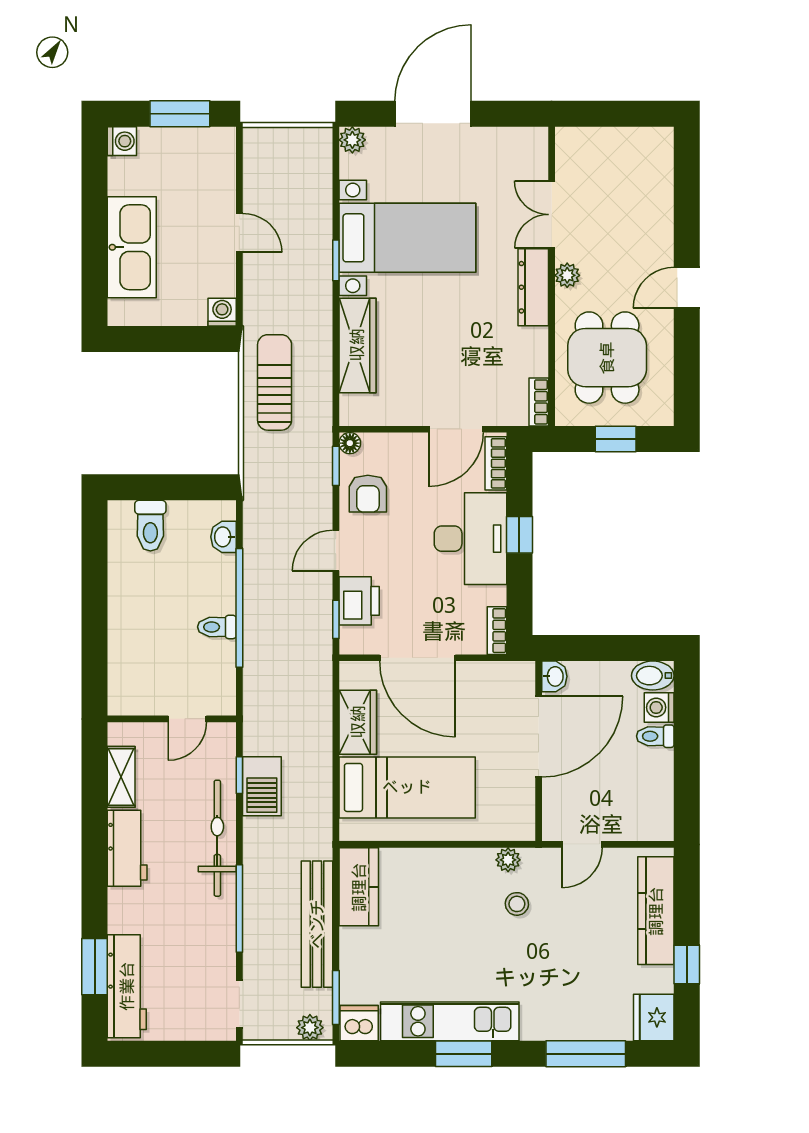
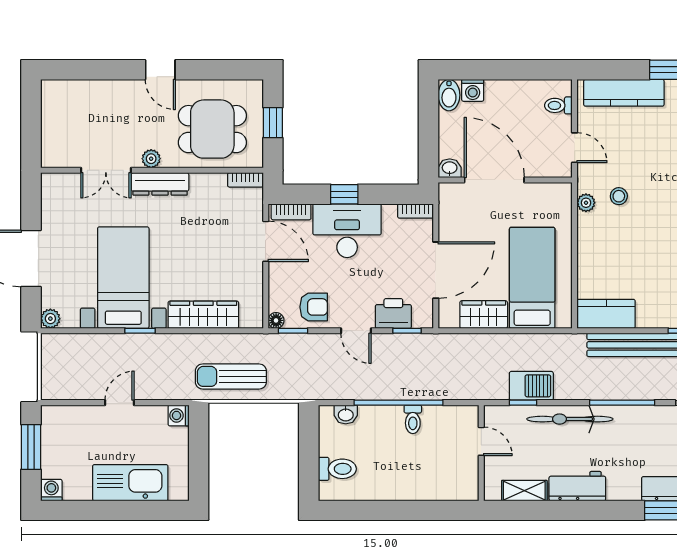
toilet: (655, 736) -> (558, 105), moved, turned 90

